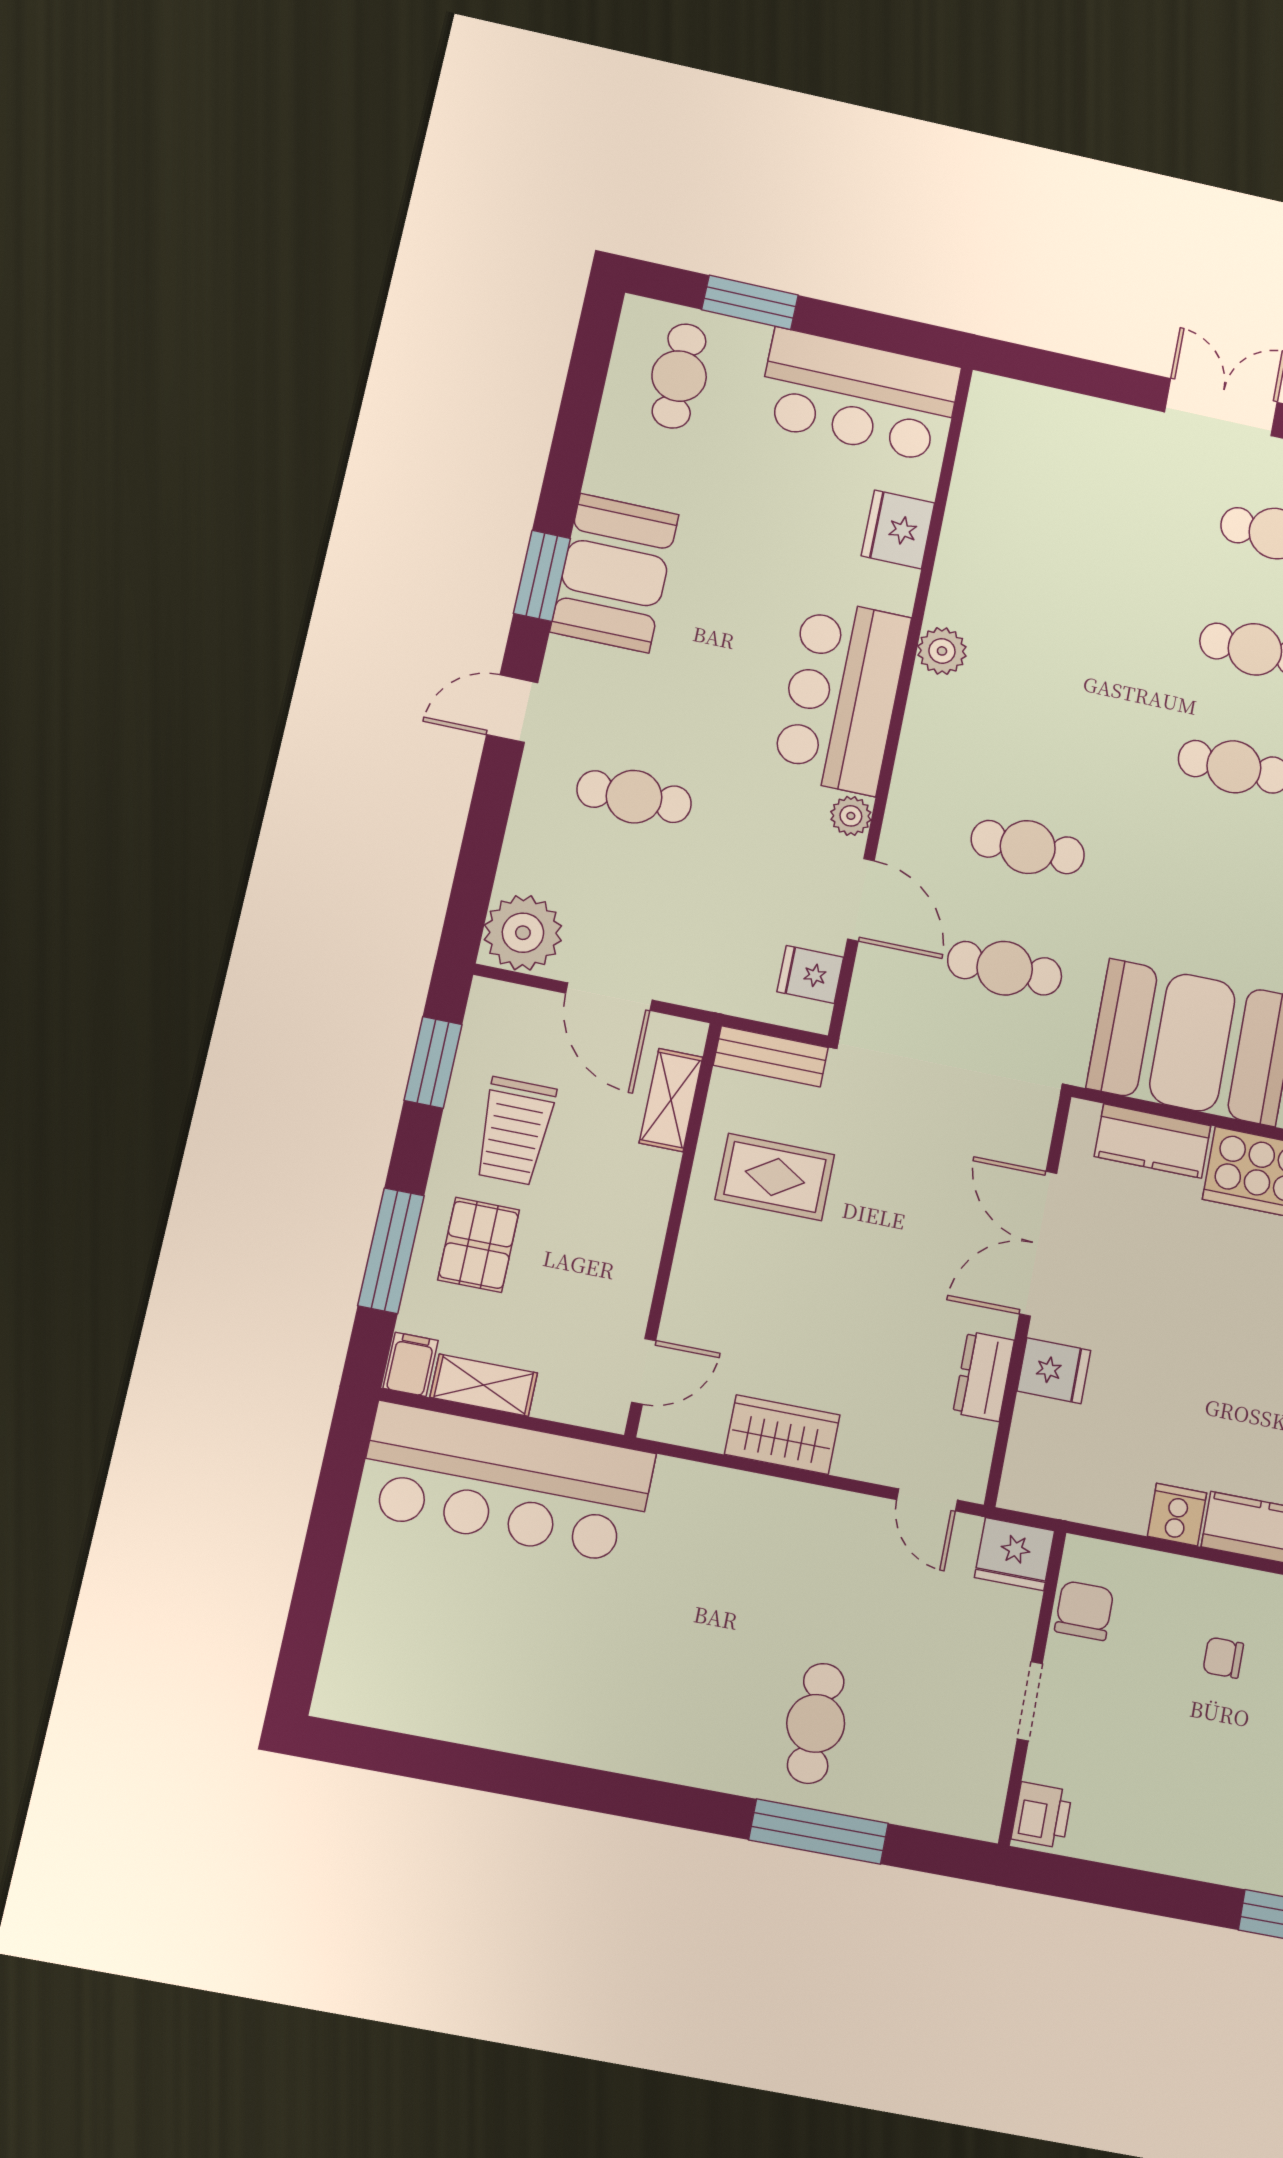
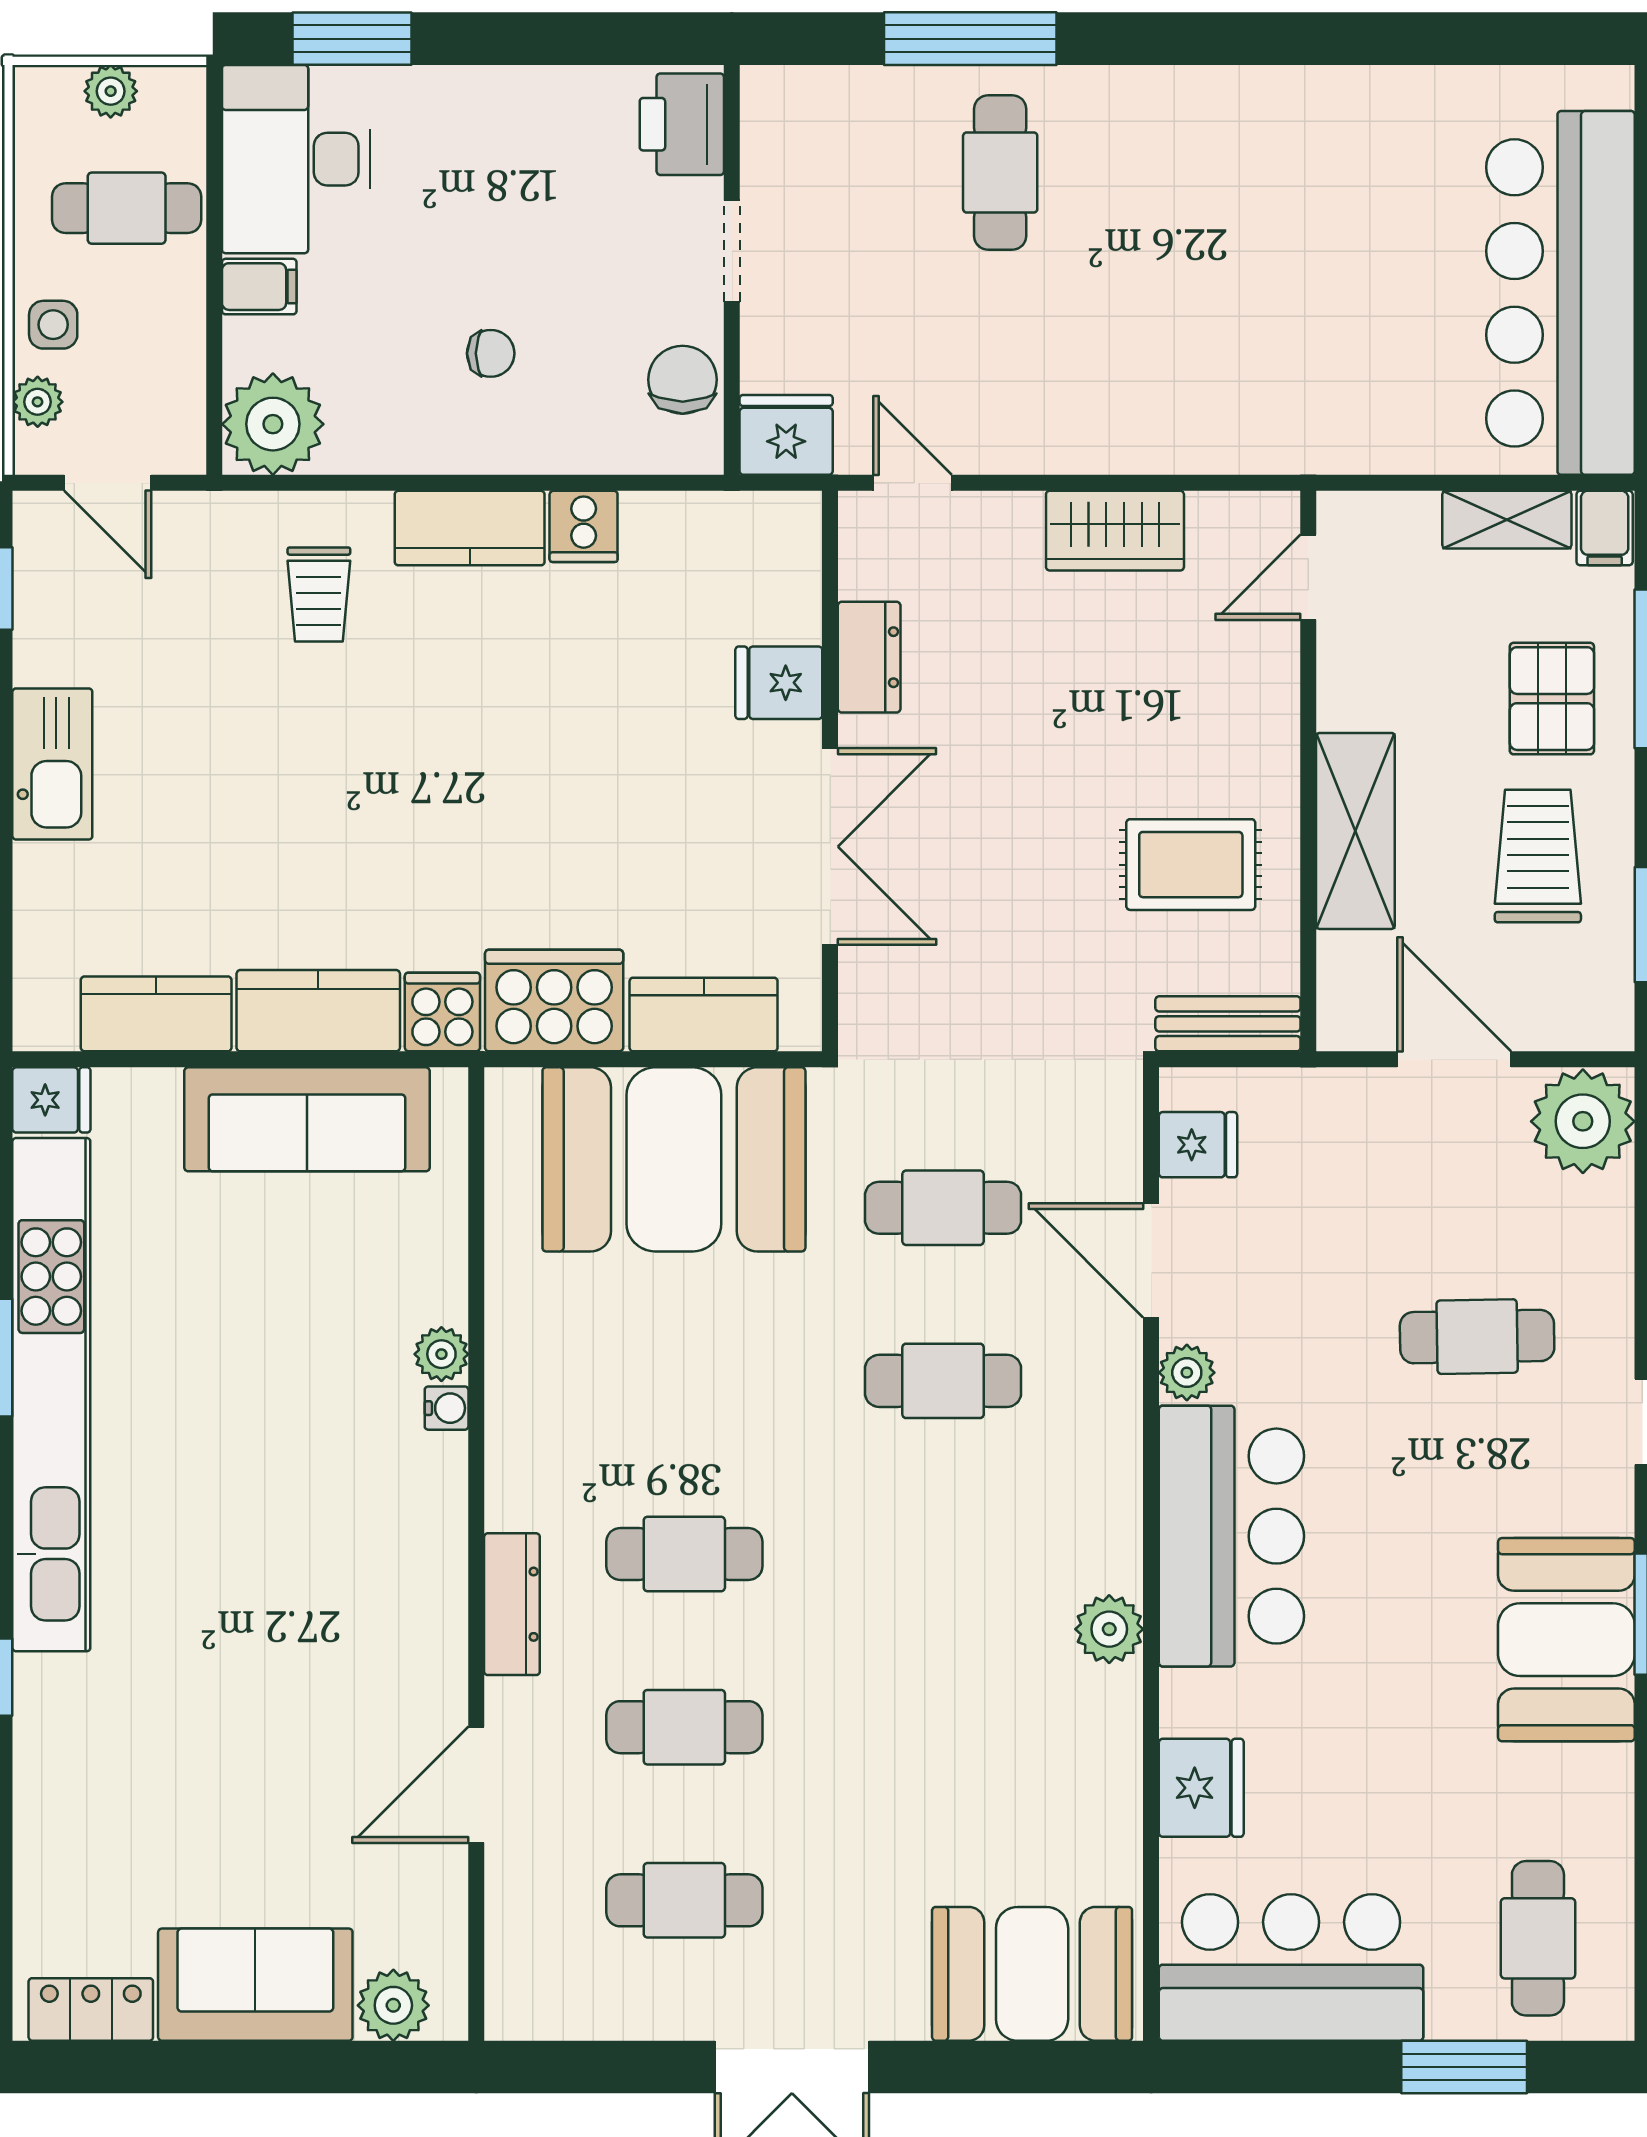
booth: (1042, 431) -> (1032, 1974), added
shelving: (671, 1100) -> (1355, 831), moved, width x1.50, depth x1.33
bar counter: (506, 1483) -> (1560, 293), moved, turned -90
chair: (1084, 1610) -> (683, 380), turned 180
printer: (1042, 1815) -> (682, 124), width x1.36, depth x1.24

